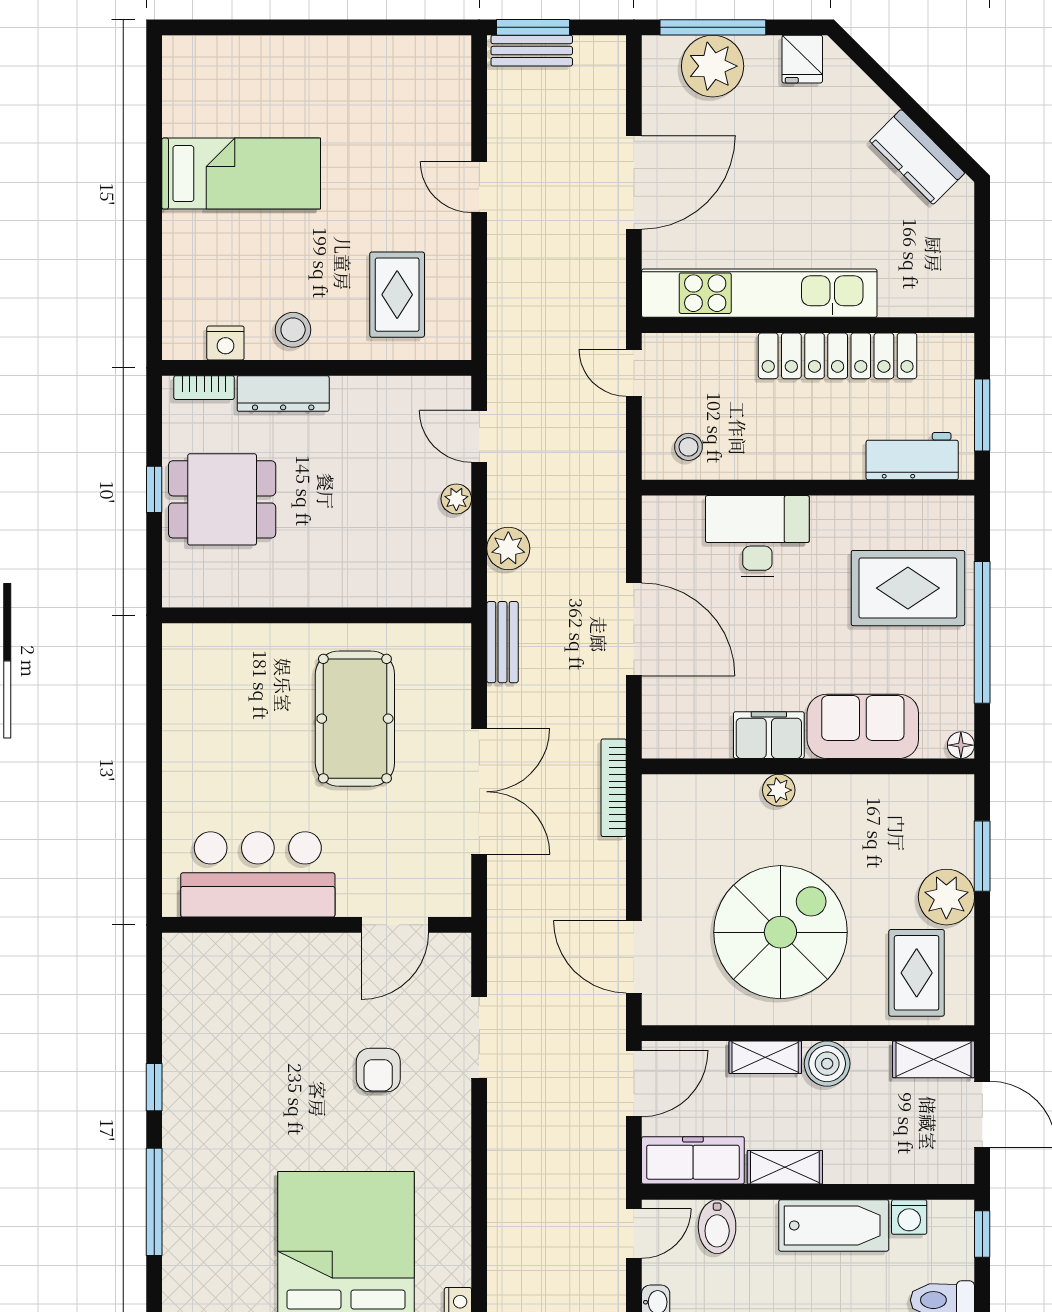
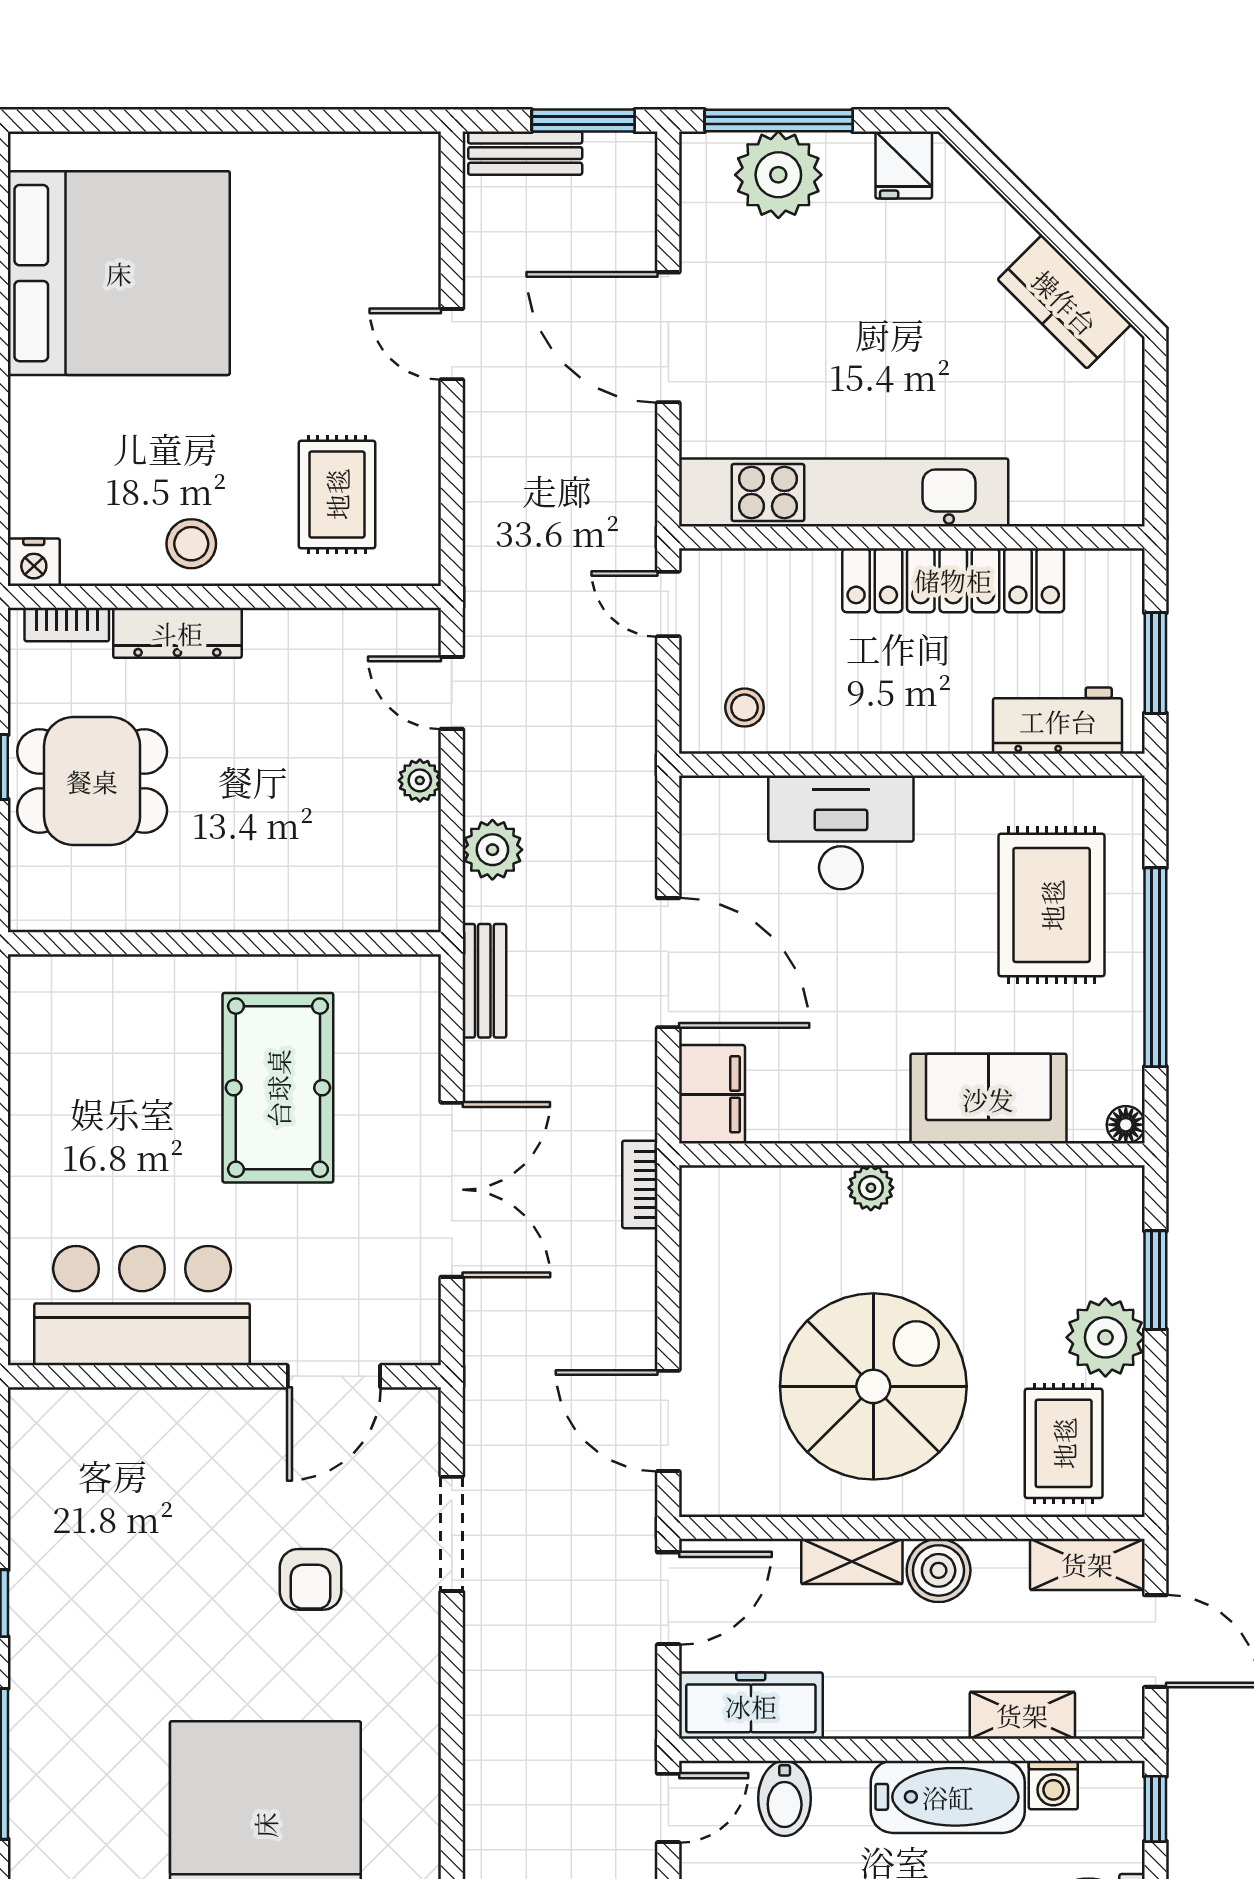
window: (533, 27) -> (583, 121), moved
bed: (241, 174) -> (119, 273), width x2.04
door: (634, 182) -> (668, 337), swing flipped
nightstand: (225, 343) -> (34, 562), moved
rug: (908, 588) -> (1052, 905), turned 90
filing cabinet: (769, 735) -> (712, 1094), moved, turned 90
bookcase: (614, 788) -> (640, 1184), width x0.64
shelving: (785, 1167) -> (1022, 1715), moved

